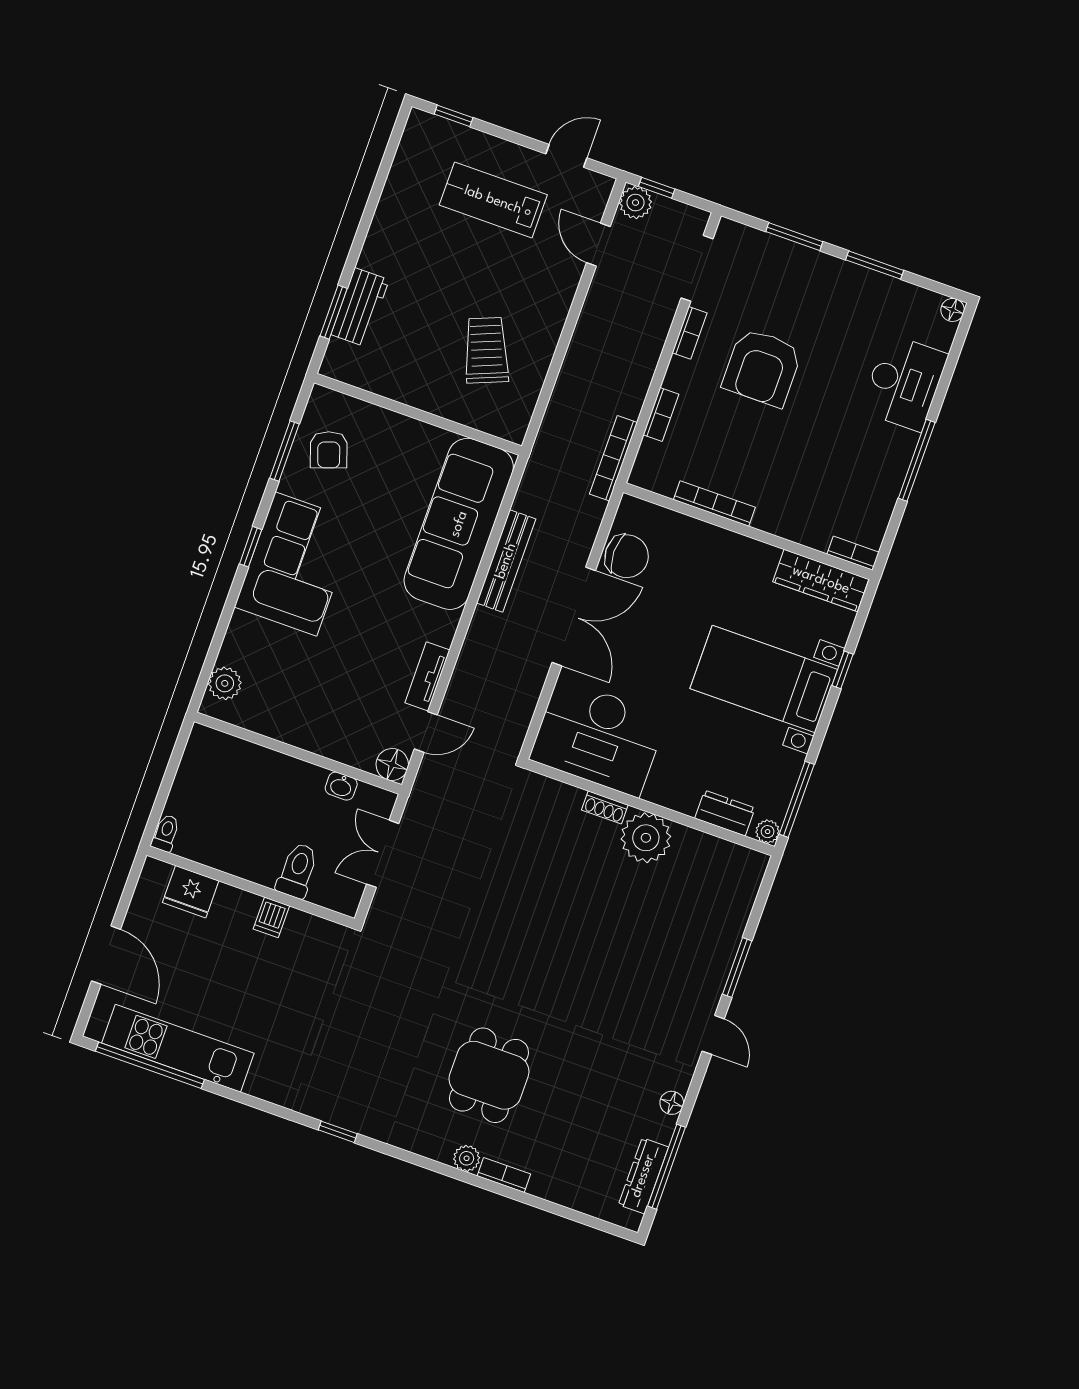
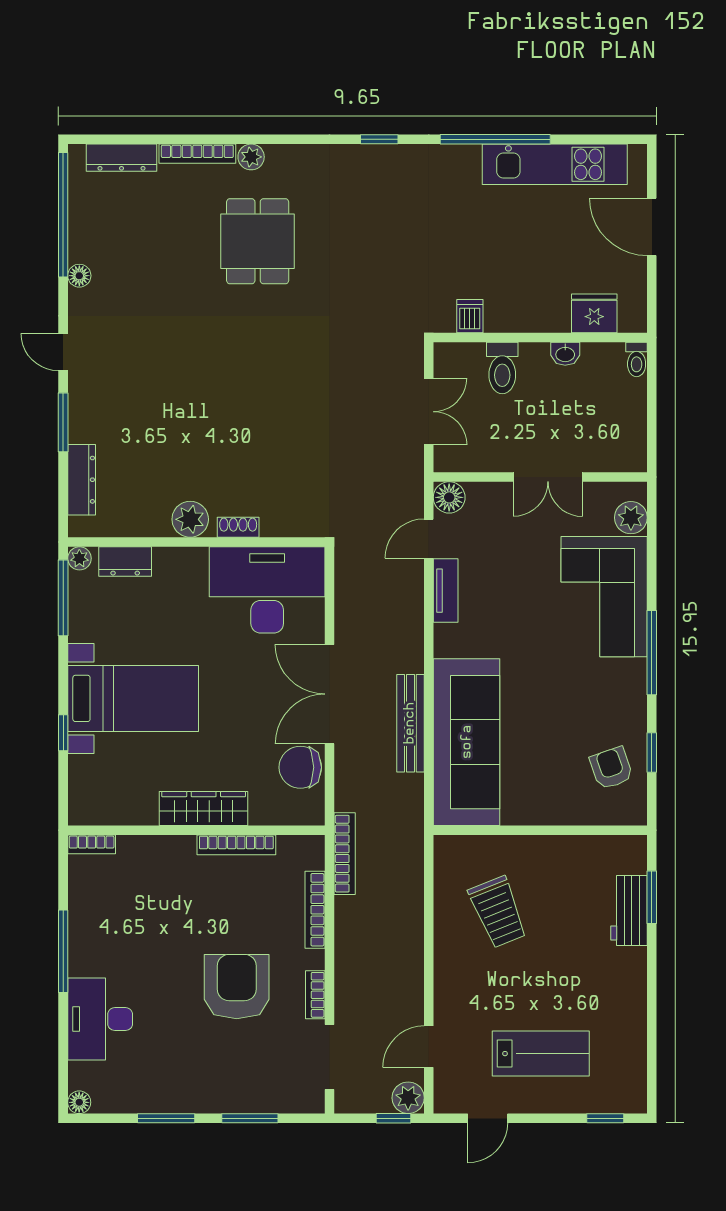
door: (598, 245) -> (429, 1047), swing flipped
bookcase: (661, 415) -> (315, 910), width x1.56
window: (284, 451) -> (652, 752), width x0.67
window: (251, 547) -> (652, 653), width x2.17
corner sofa: (296, 564) -> (604, 597), moved
wardrobe: (821, 580) -> (204, 808), moved
double door: (291, 751) -> (548, 477), added
washbasin: (341, 786) -> (565, 354), moved, turned 180
plant: (646, 838) -> (190, 519), width x0.73, depth x0.73
dresser: (739, 906) -> (82, 480), added
dishwasher: (271, 917) -> (470, 316), moved
window: (150, 1065) -> (495, 139), moved
window: (667, 1167) -> (63, 215), width x1.46
bookcase: (504, 1175) -> (197, 154), width x1.56
dresser: (643, 1176) -> (121, 158), moved, turned 90

